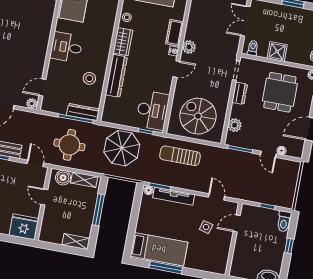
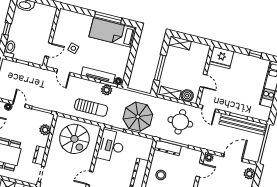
plant: (162, 179) -> (107, 90), added

